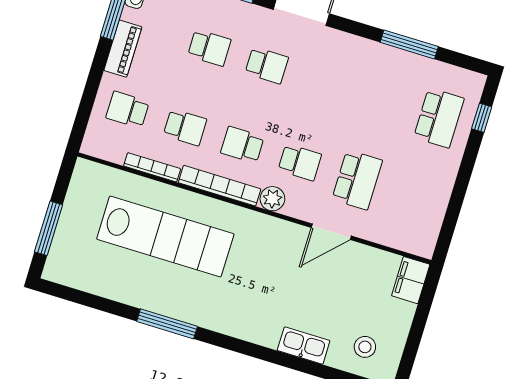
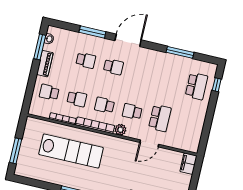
school desk: (300, 162) -> (132, 112), turned 180

